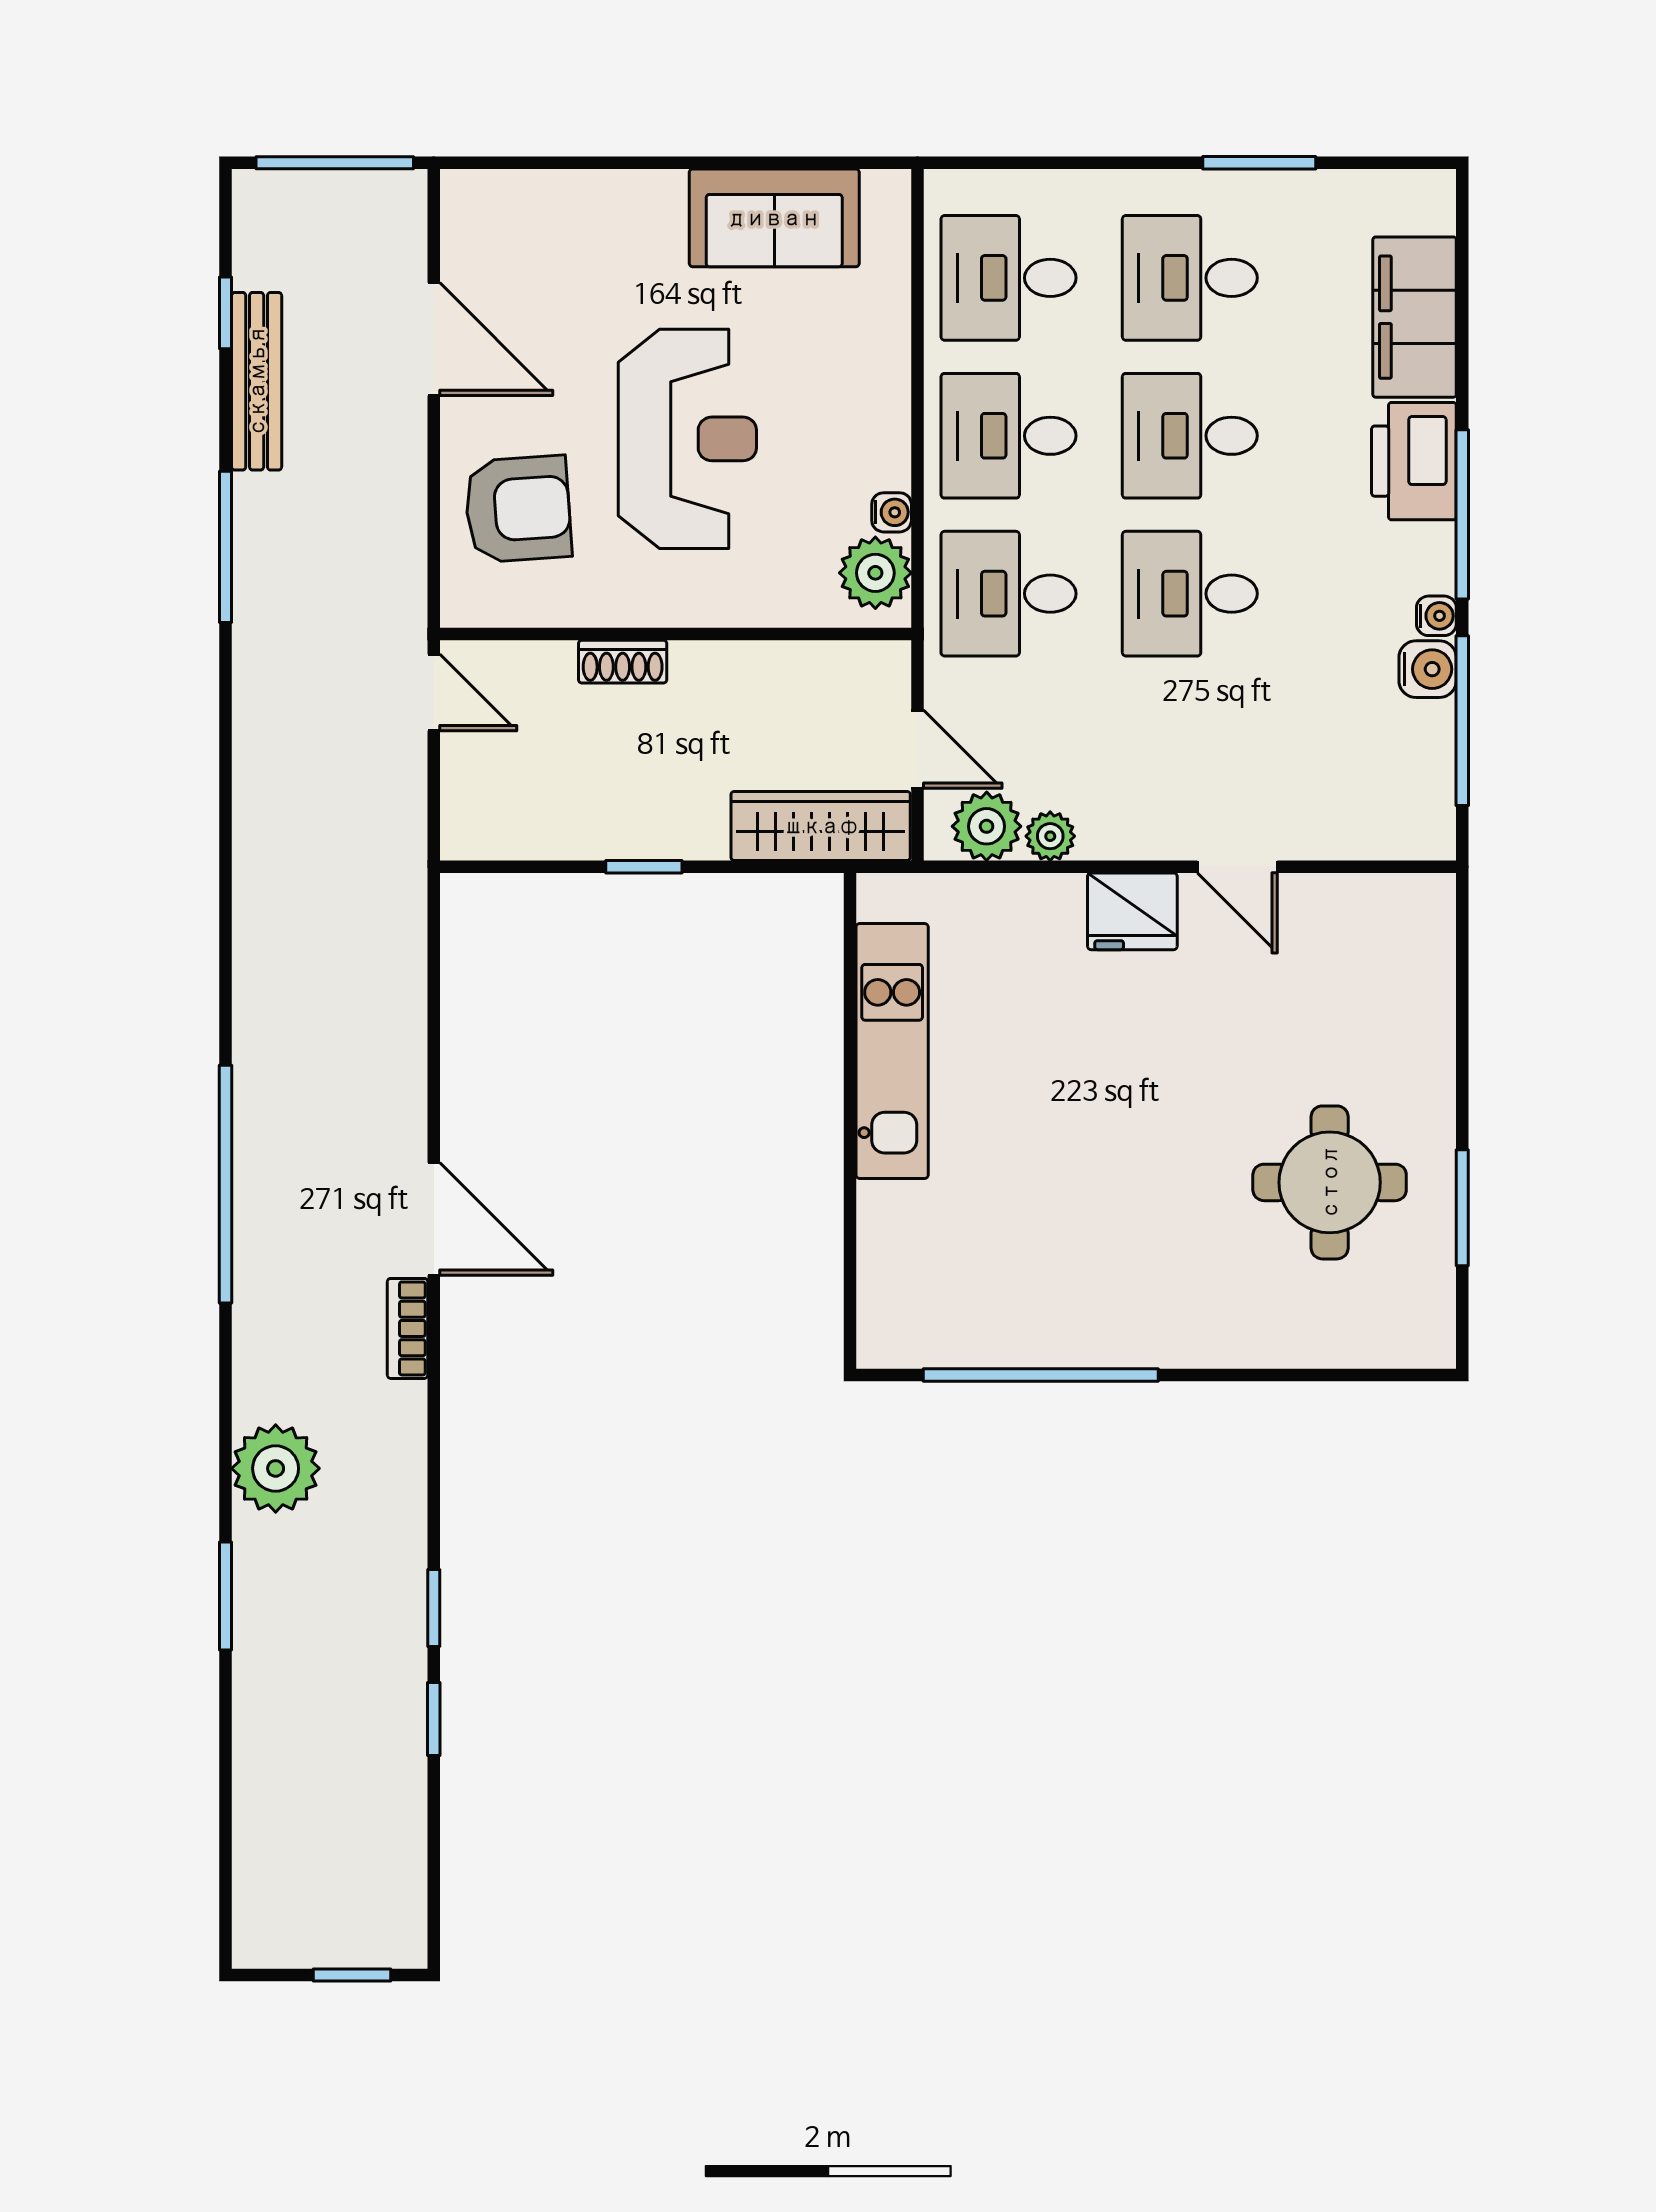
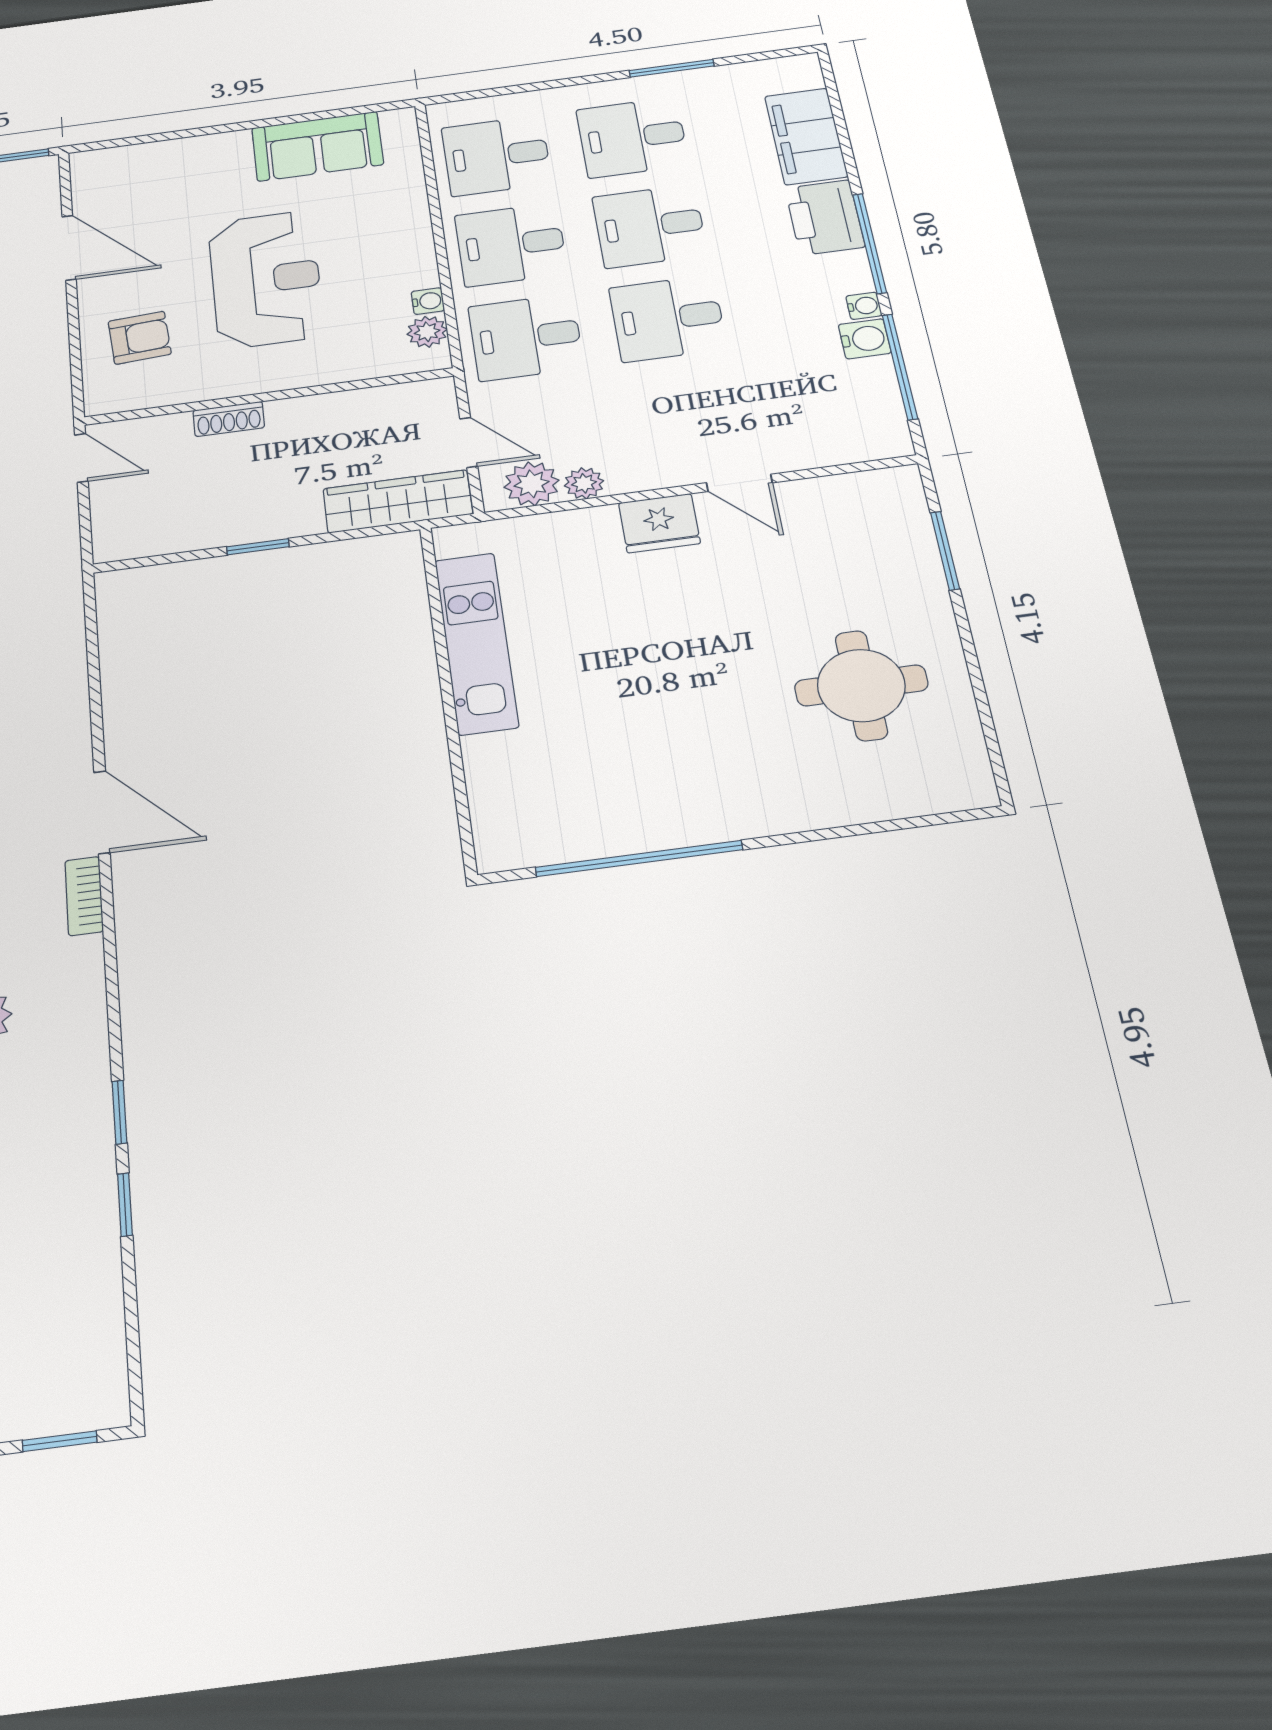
armchair: (518, 509) -> (140, 338), width x0.72, depth x0.72
plant: (875, 573) -> (427, 332), width x0.73, depth x0.73
window: (1462, 1208) -> (945, 551), moved

